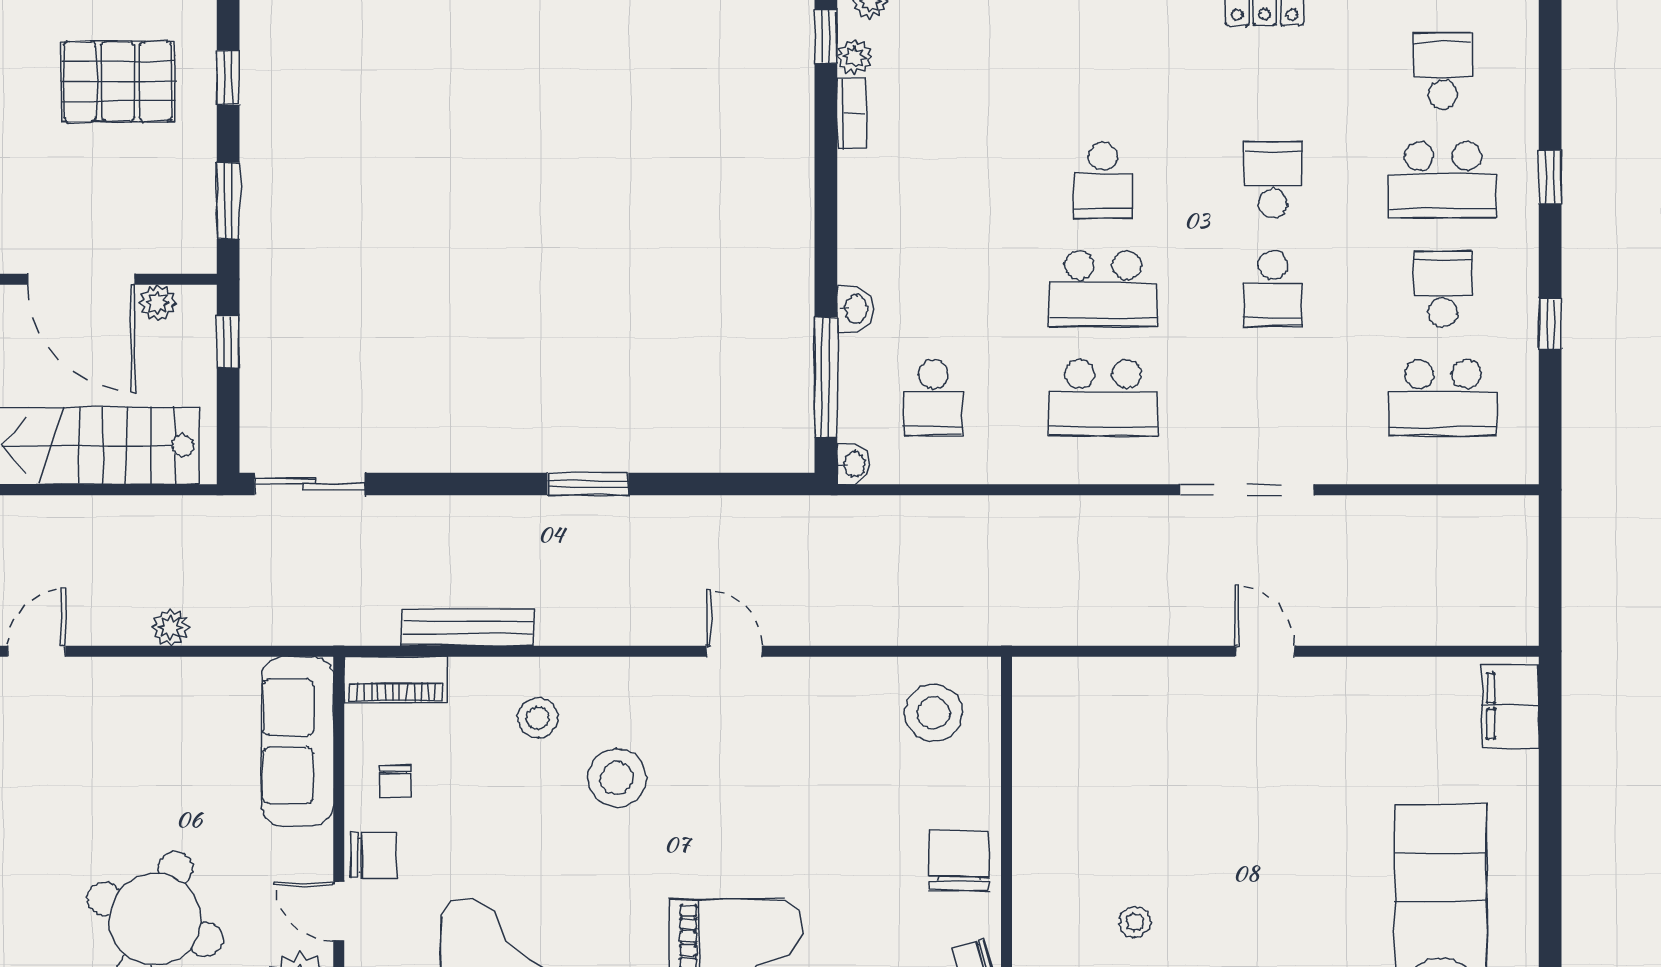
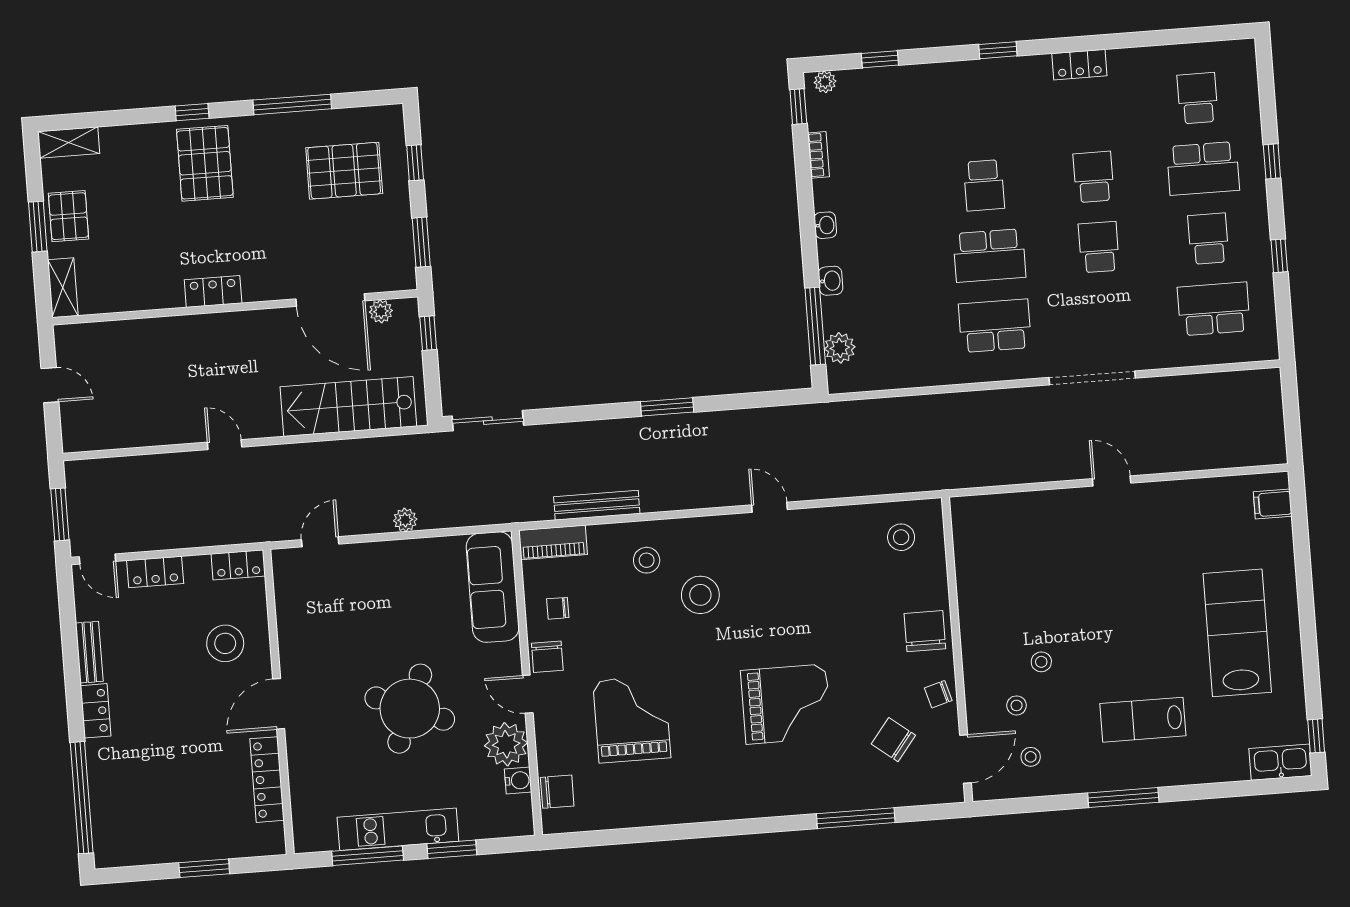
plant: (855, 57) -> (840, 348), moved, width x1.38, depth x1.38
school desk: (1273, 289) -> (1099, 247), turned 180
school desk: (933, 398) -> (885, 334), removed
school desk: (1103, 398) -> (995, 326), turned 180
school desk: (1443, 398) -> (1214, 309), turned 180
washbasin: (853, 464) -> (825, 225), moved
filing cabinet: (1511, 706) -> (1273, 504), width x0.50
stool: (933, 713) -> (901, 537), width x0.73, depth x0.73
chair: (395, 782) -> (558, 608), turned 90
chair: (373, 855) -> (547, 657), turned 90

